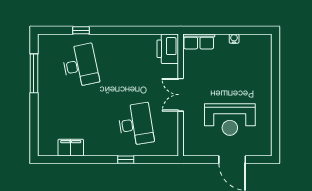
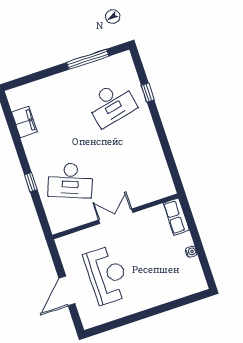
printer: (168, 49) -> (158, 188), removed
reception desk: (230, 120) -> (107, 275), turned 180
desk: (136, 124) -> (70, 180), turned 30

